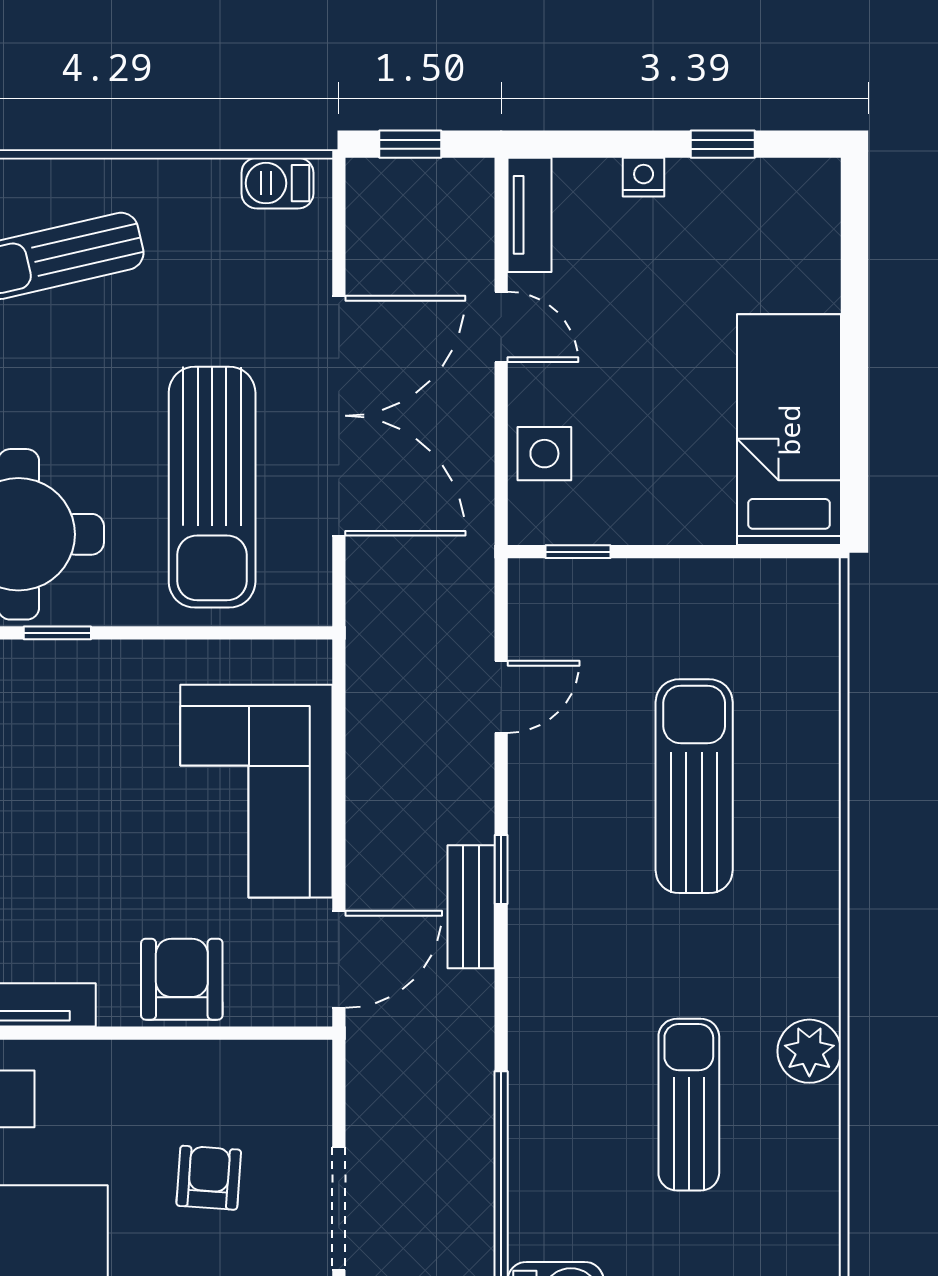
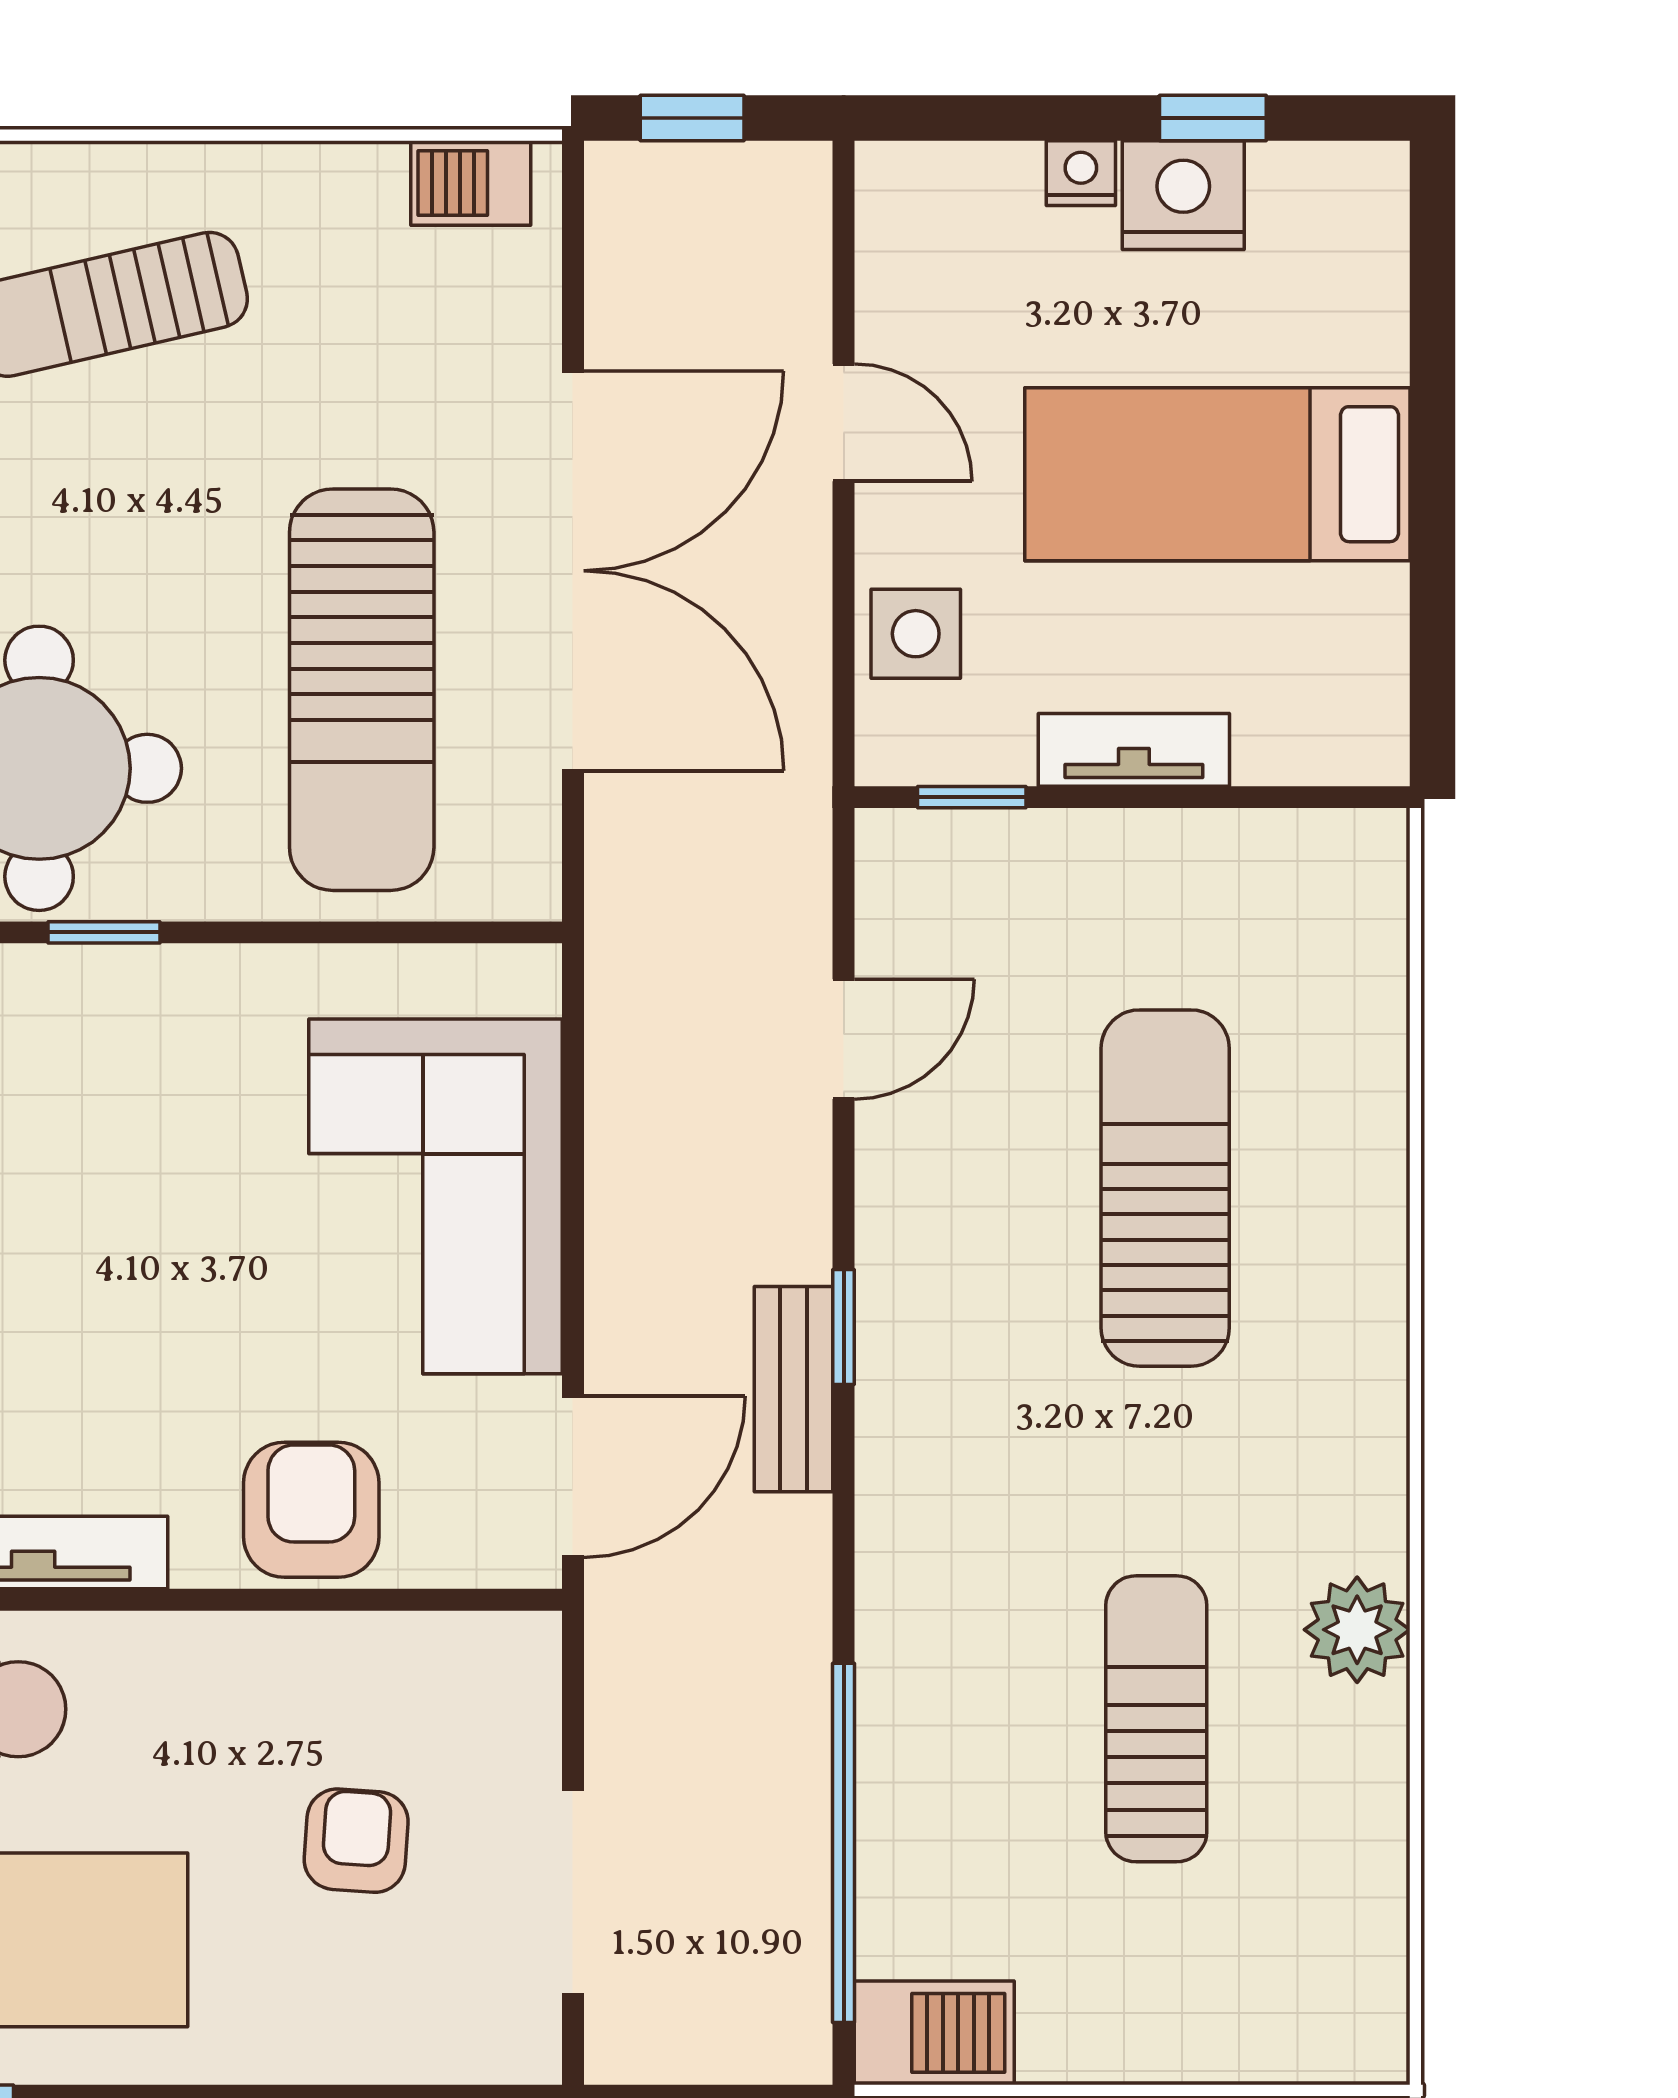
nightstand: (705, 190) -> (1183, 195), added
tv unit: (530, 215) -> (1134, 750), moved, turned -90
bed: (789, 430) -> (1217, 474), moved, turned -90

